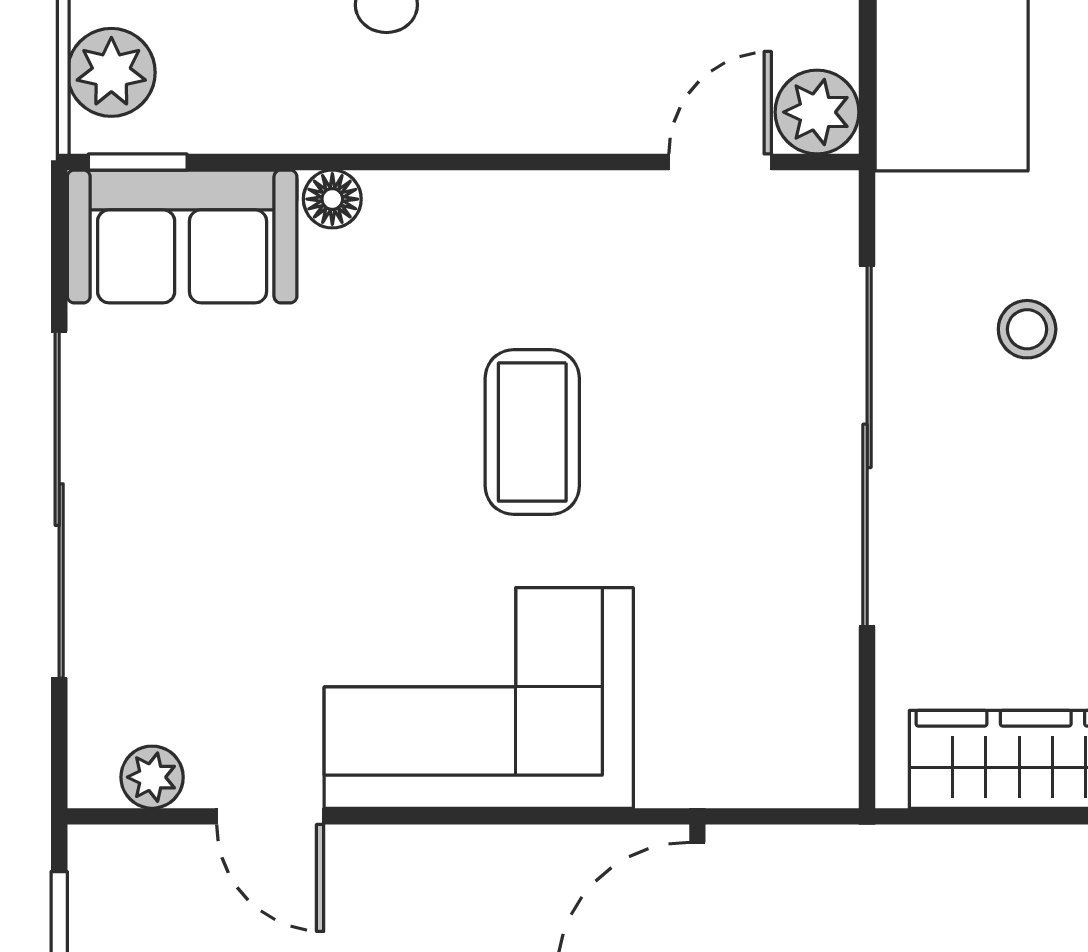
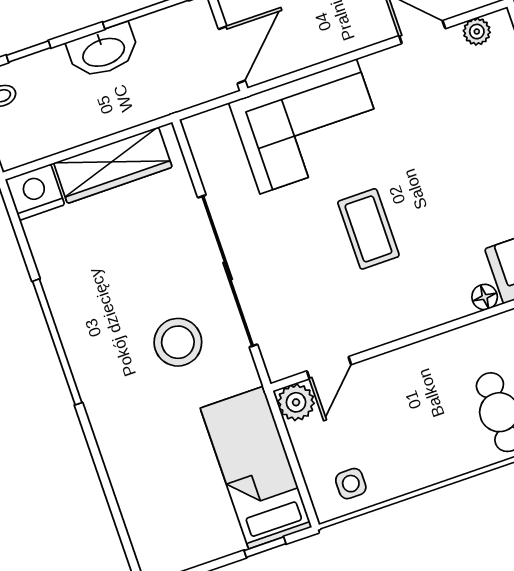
stool: (1027, 329) -> (178, 342), width x1.89, depth x1.89
corner sofa: (479, 698) -> (308, 126), moved

